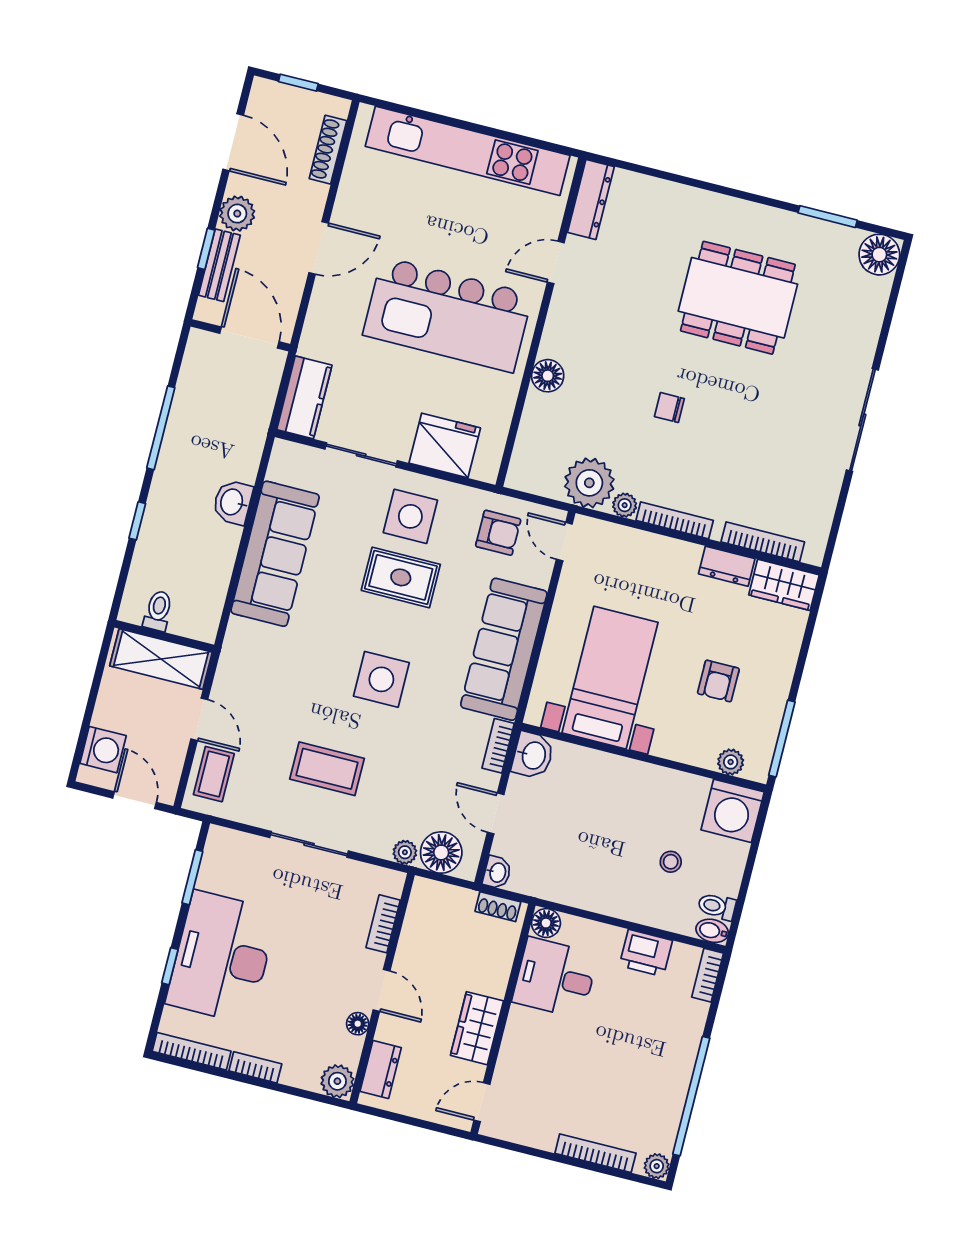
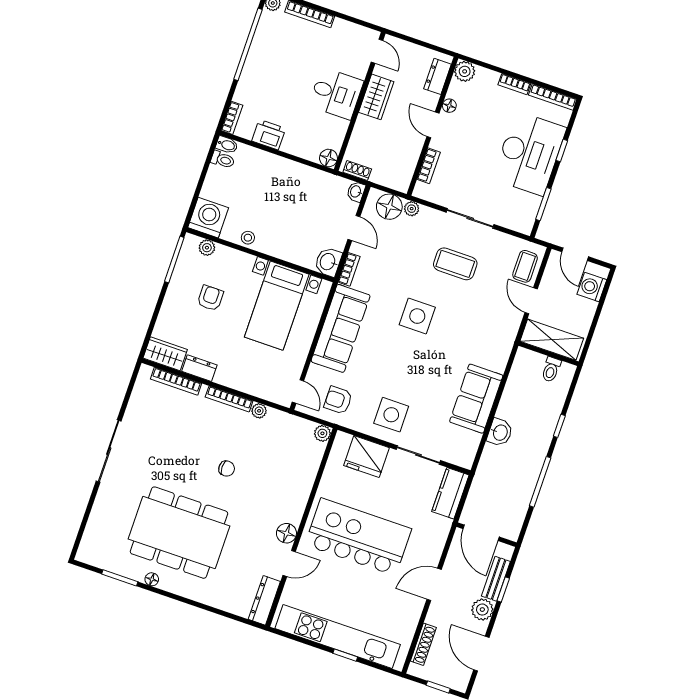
window: (453, 122) -> (345, 655), added
floor lamp: (879, 255) -> (152, 579), moved, width x0.53, depth x0.53
dining table: (738, 298) -> (179, 533), width x1.36, depth x1.24
floor lamp: (548, 376) -> (286, 533), moved
plant: (589, 483) -> (322, 433), moved, width x0.53, depth x0.53
sofa: (275, 554) -> (476, 399), width x0.73
rug: (401, 577) -> (400, 378), removed
stool: (671, 862) -> (248, 238), moved
desk: (555, 978) -> (336, 93), moved
door: (482, 1102) -> (377, 51), hinge flipped

